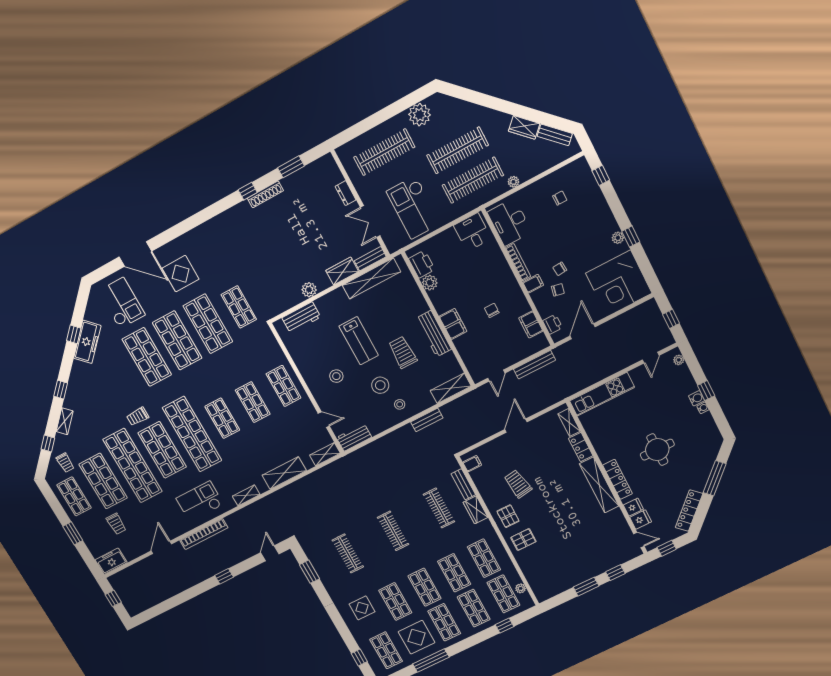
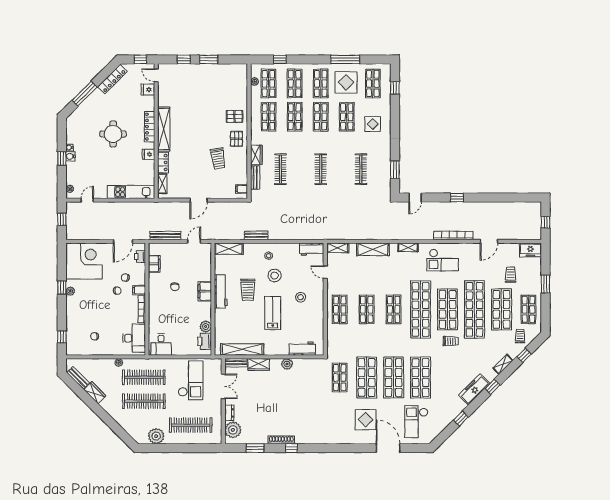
plant: (330, 175) -> (233, 430), added
freezer: (87, 342) -> (474, 389), moved
fridge: (633, 507) -> (149, 154), moved

